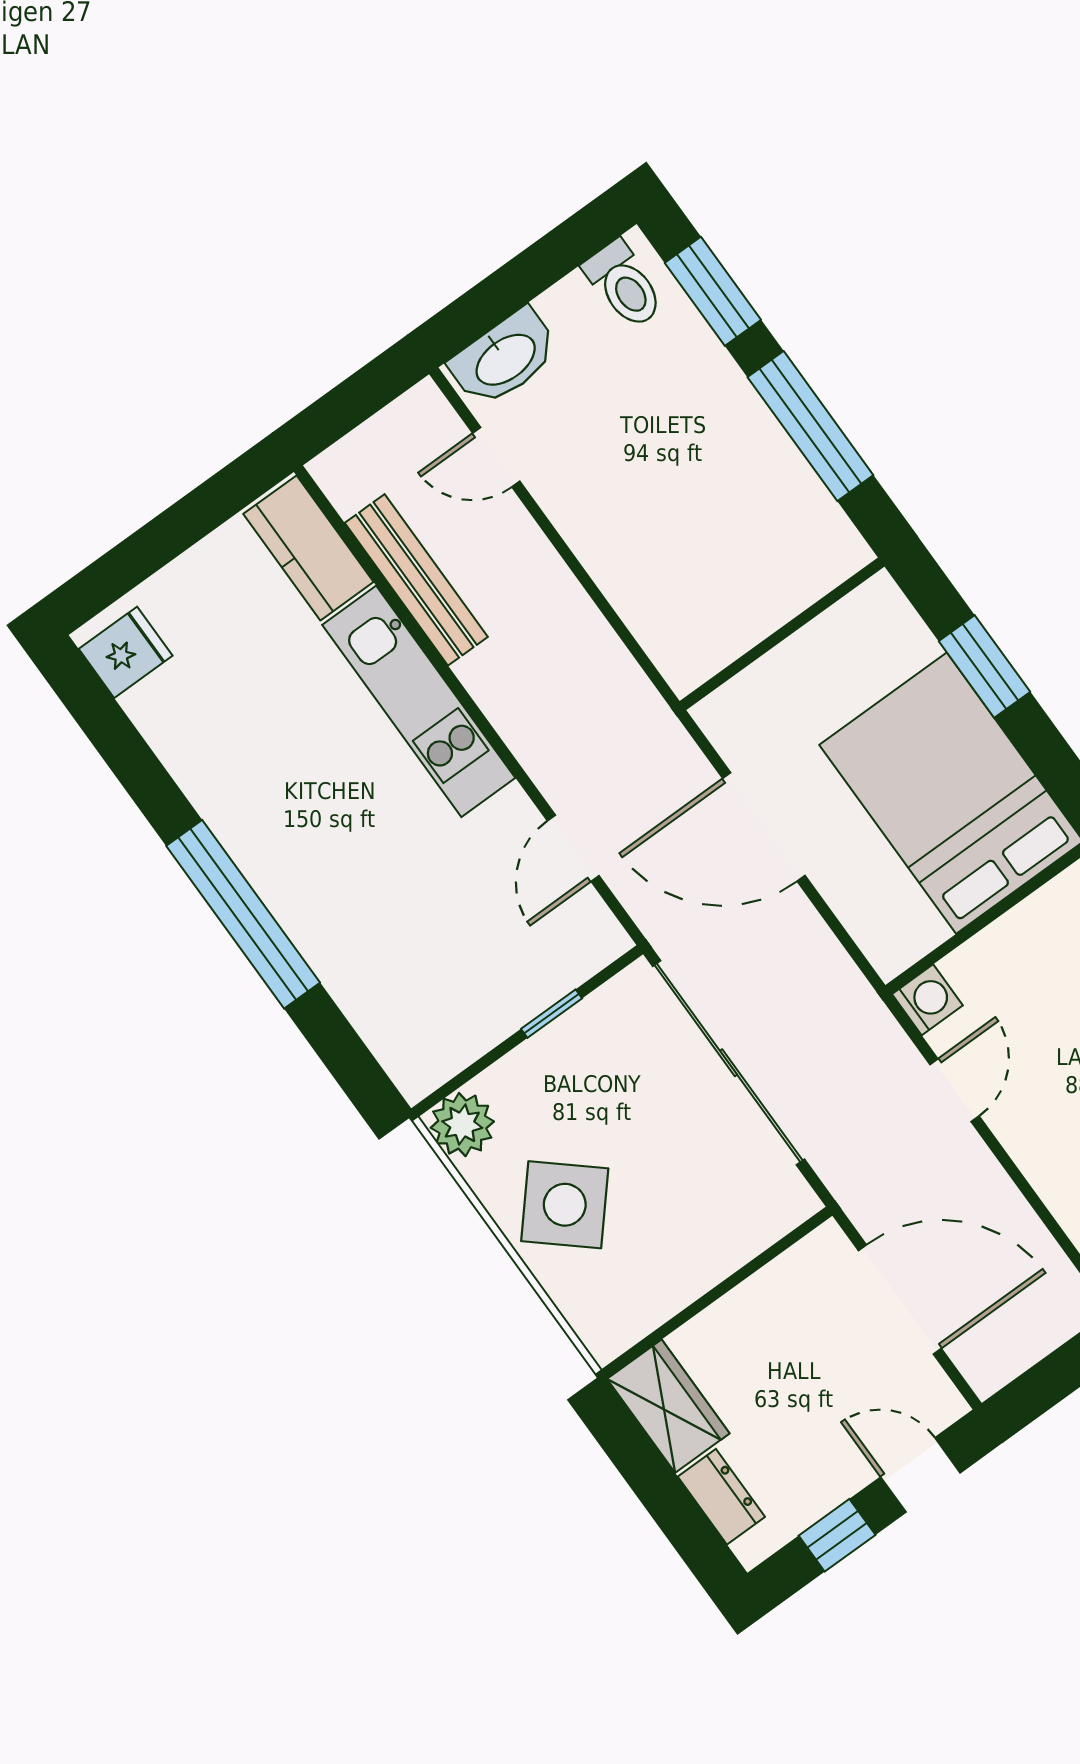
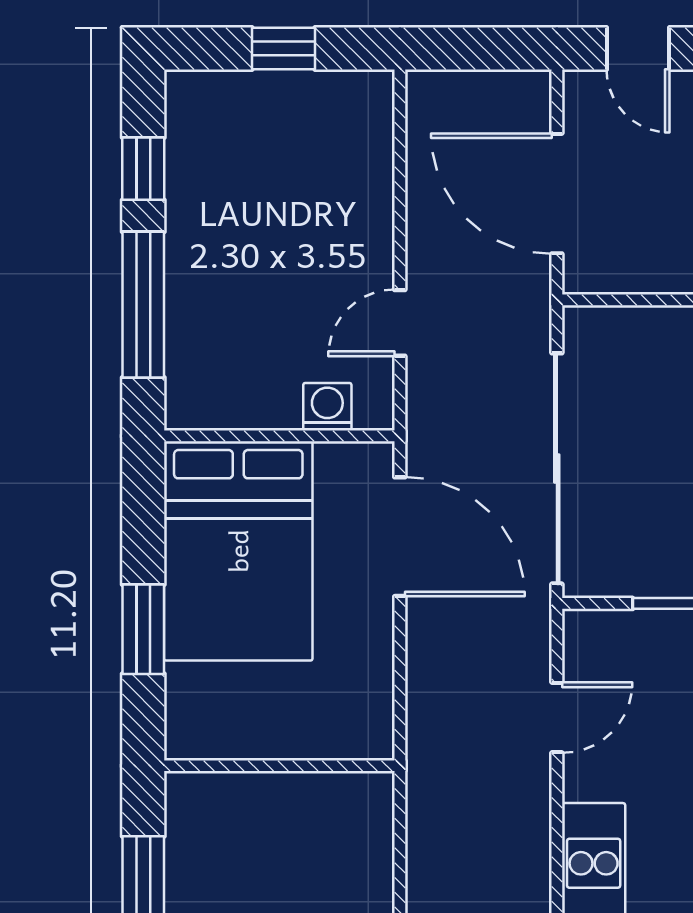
door: (764, 827) -> (400, 537), moved
washing machine: (927, 1000) -> (327, 407), moved, turned 90

